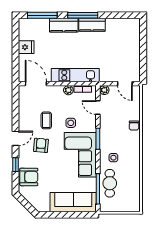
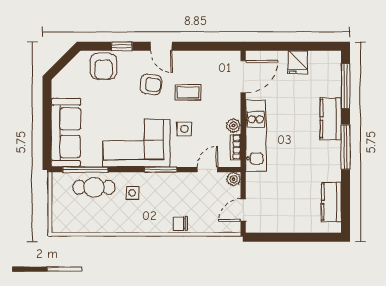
kitchen counter: (92, 25) -> (331, 202), moved

